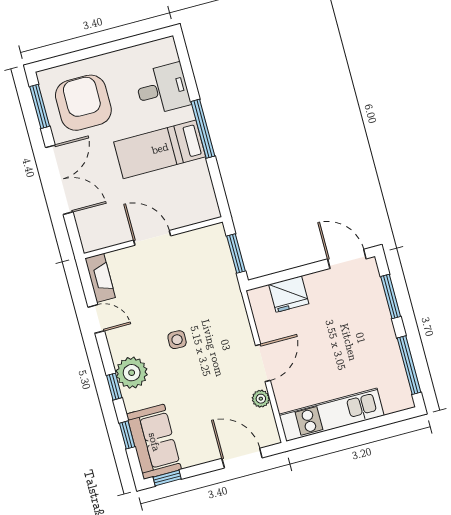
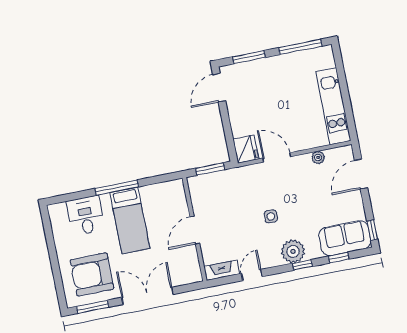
fridge: (289, 294) -> (246, 149), moved
door: (263, 363) -> (277, 157), moved

